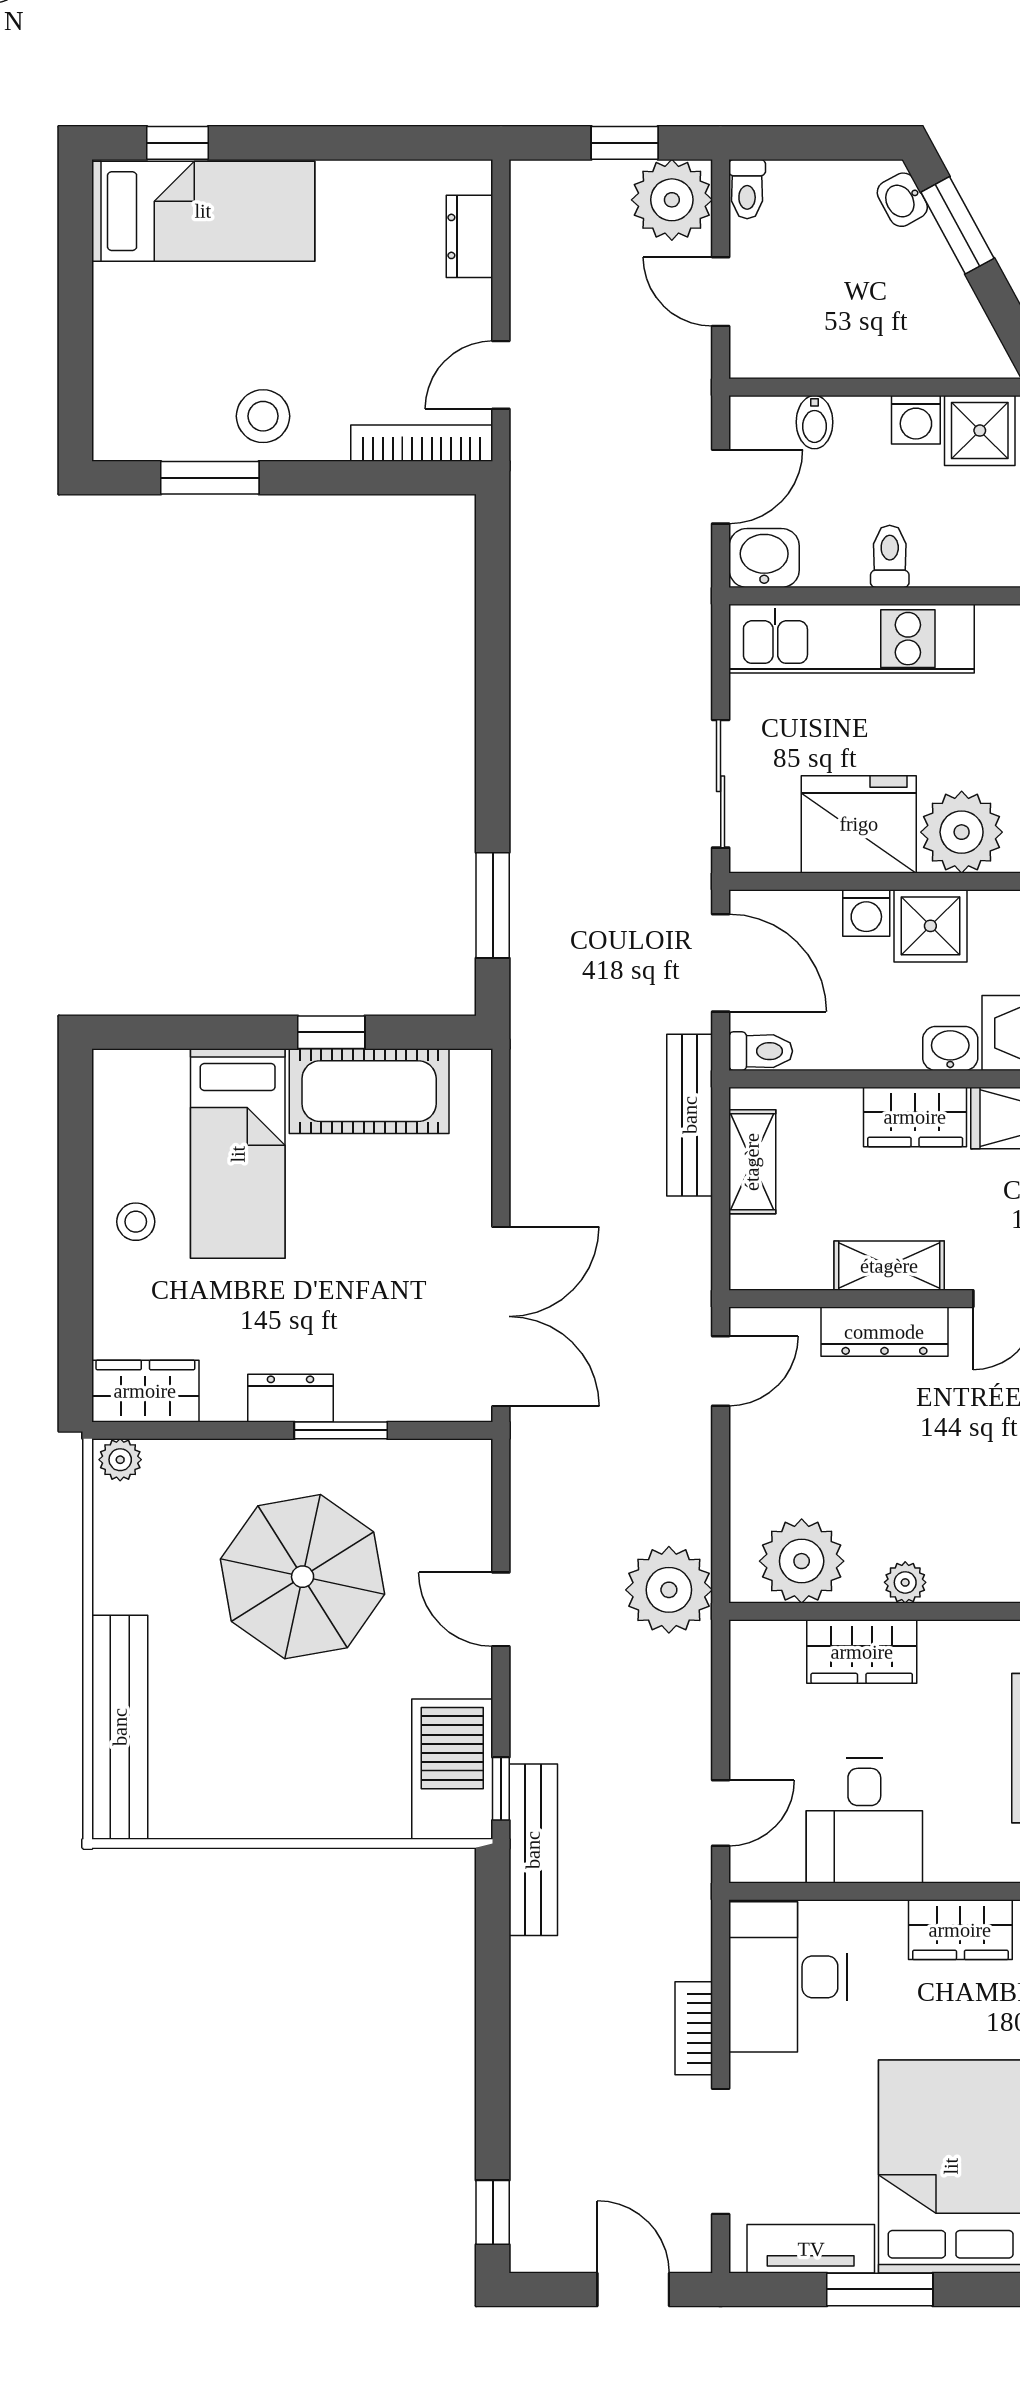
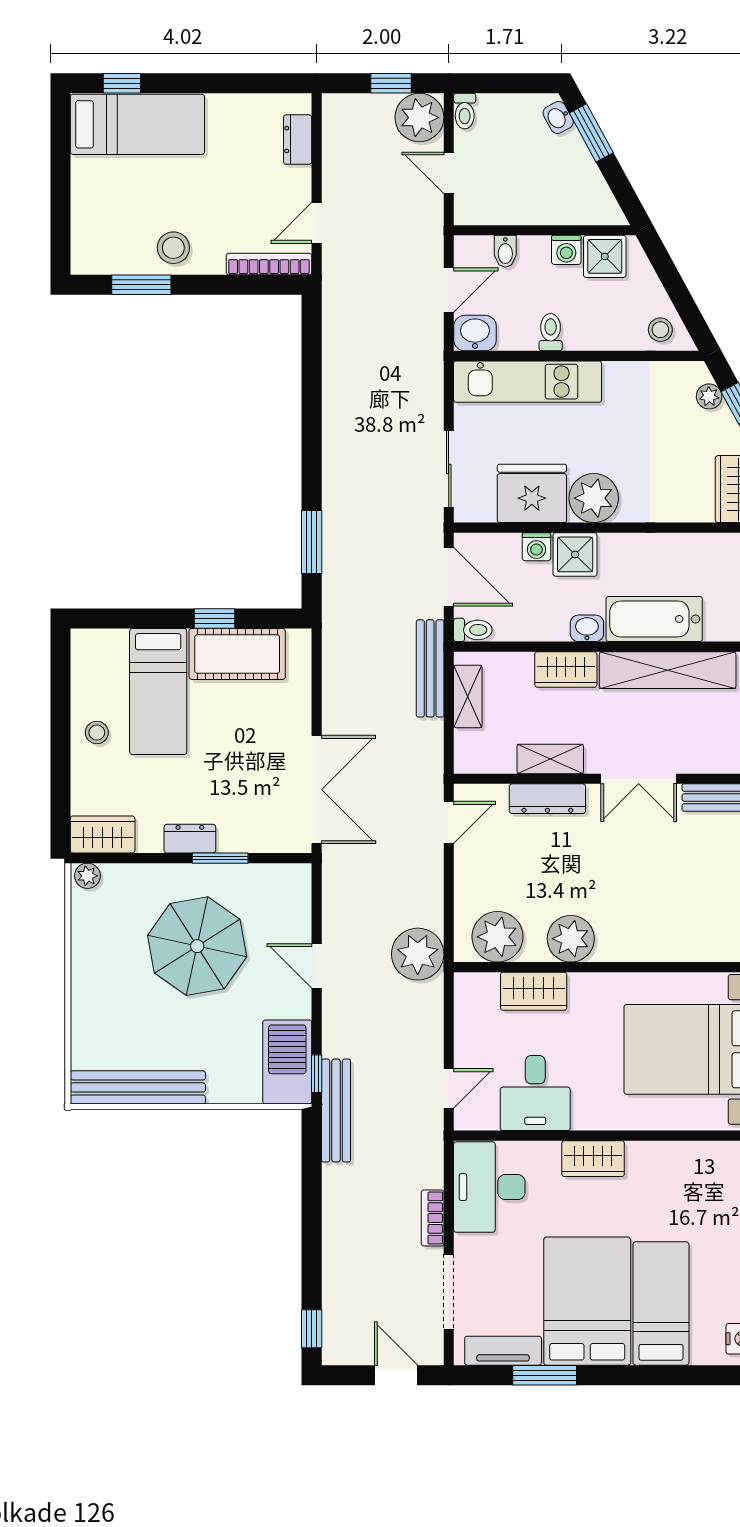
plant: (905, 1582) -> (571, 939), width x1.87, depth x1.87
bench: (120, 1727) -> (138, 1087), moved, turned 90

